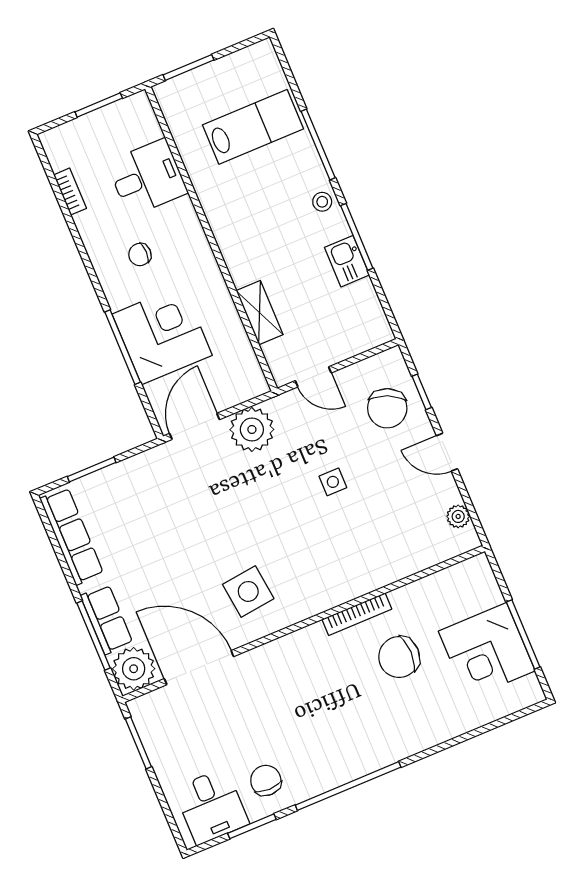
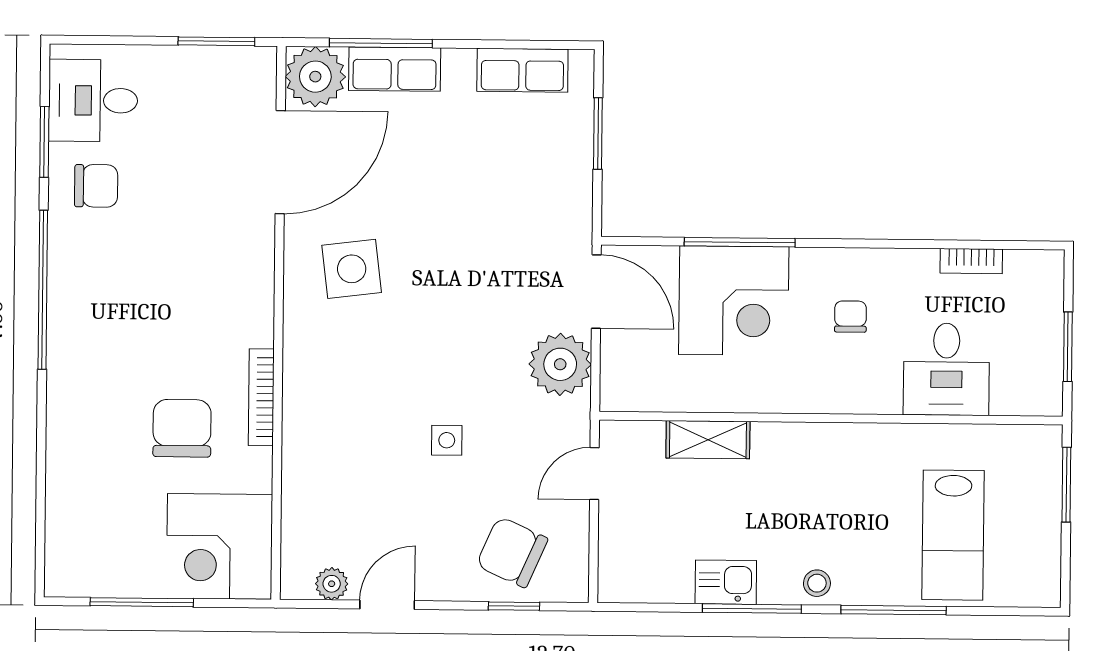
door: (447, 452) -> (387, 605), moved
row of seats: (72, 536) -> (522, 70), width x0.68
corner desk: (487, 651) -> (220, 546), moved, turned -90

